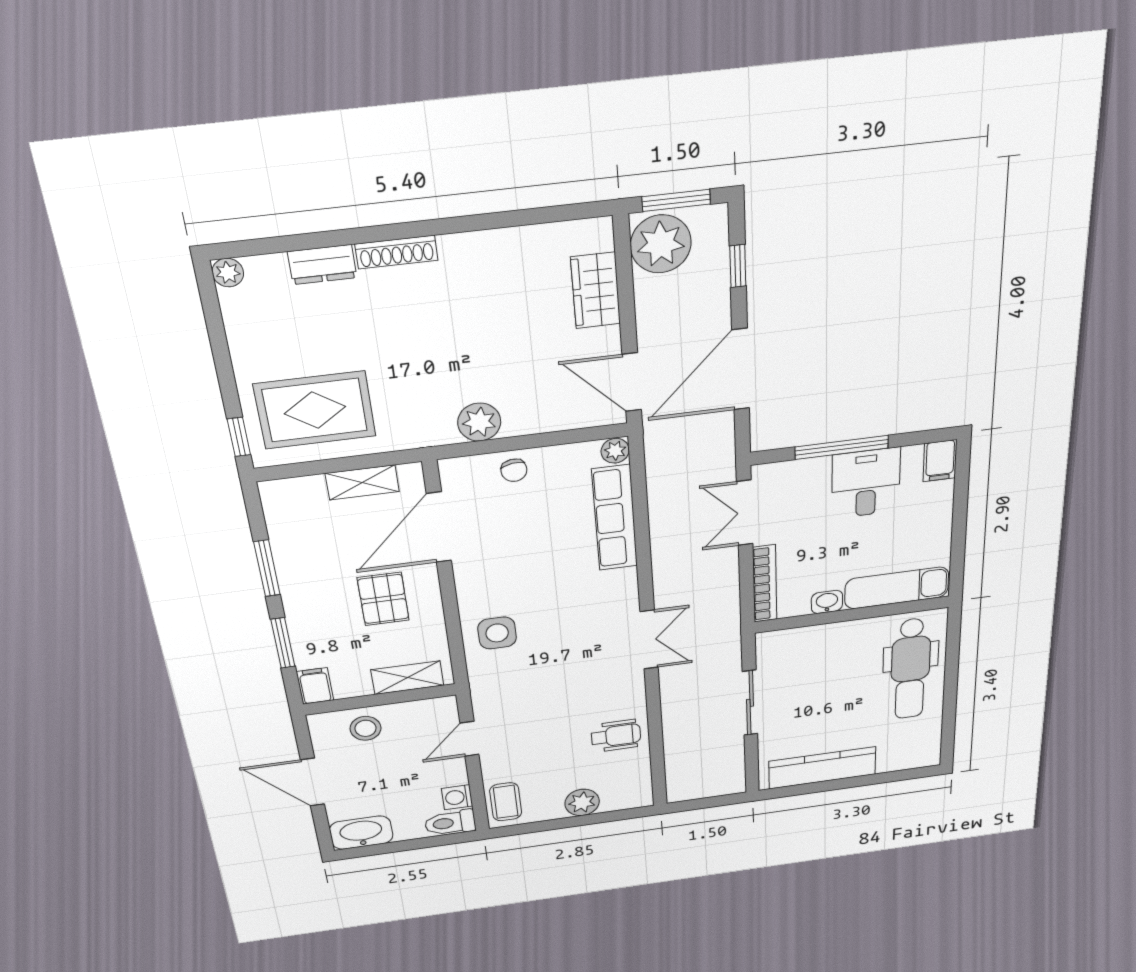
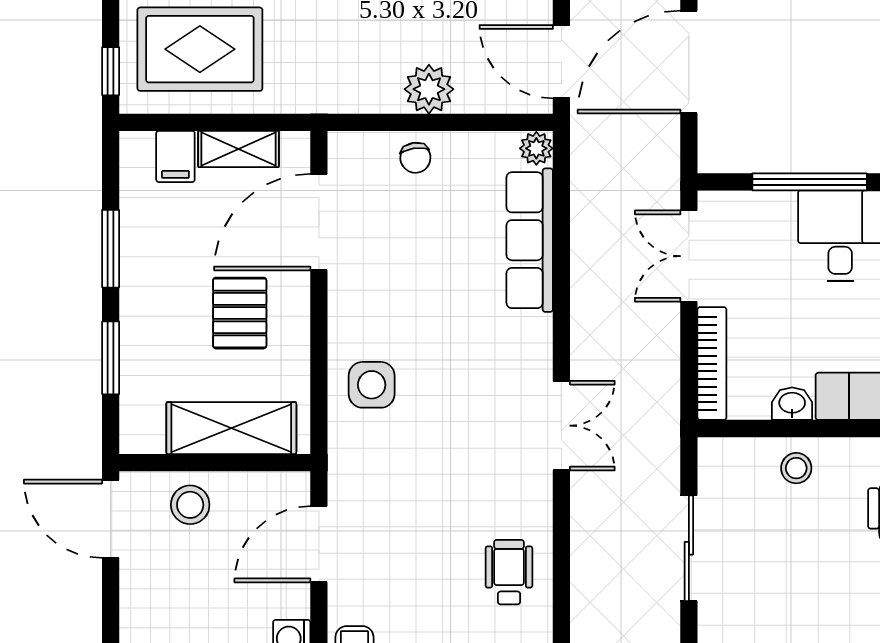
plant: (479, 422) -> (429, 89), moved
stool: (830, 643) -> (796, 468), added
shelving: (407, 678) -> (231, 428), width x1.50, depth x1.33
filing cabinet: (315, 686) -> (175, 156), moved, turned 180
wheelchair: (616, 736) -> (509, 572), turned -90
door: (469, 739) -> (319, 544), width x1.37
door: (313, 782) -> (111, 519), moved

